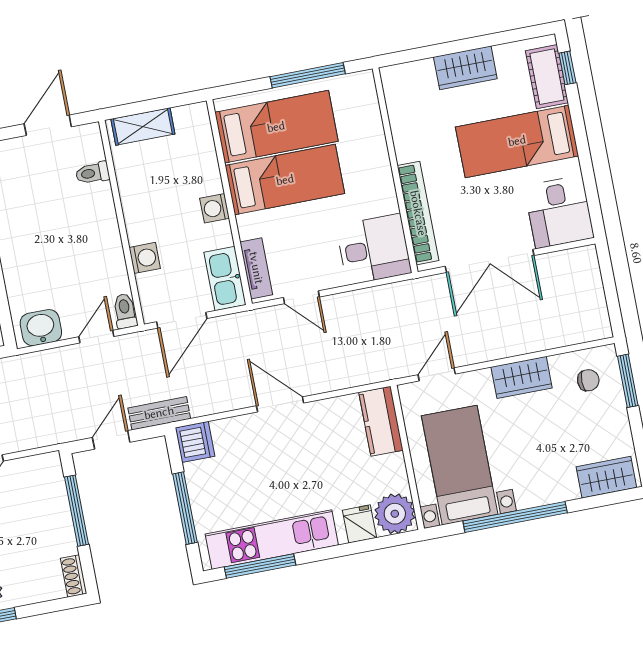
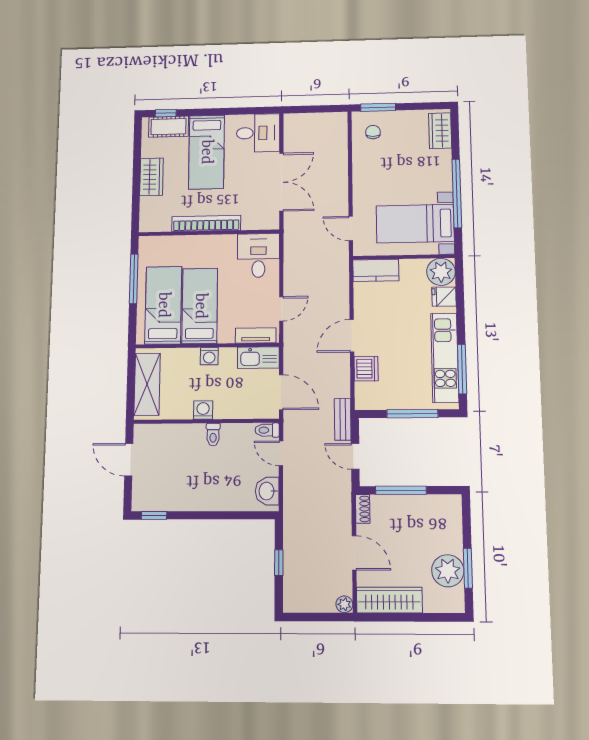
shelving: (143, 126) -> (147, 384), width x1.50, depth x1.33
toilet: (93, 173) -> (213, 435), moved
bookcase: (418, 213) -> (206, 223), moved
washing machine: (145, 258) -> (203, 410), moved
wardrobe: (522, 377) -> (363, 174), removed
dishwasher: (195, 442) -> (366, 369), moved, turned 90
shoe rack: (74, 576) -> (363, 509), moved, turned -90

